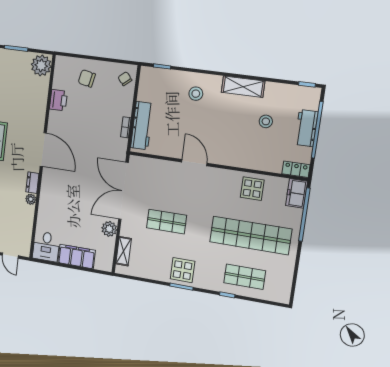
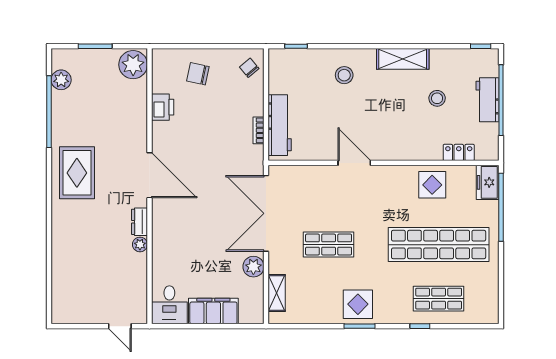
locker: (296, 169) -> (459, 152), moved

